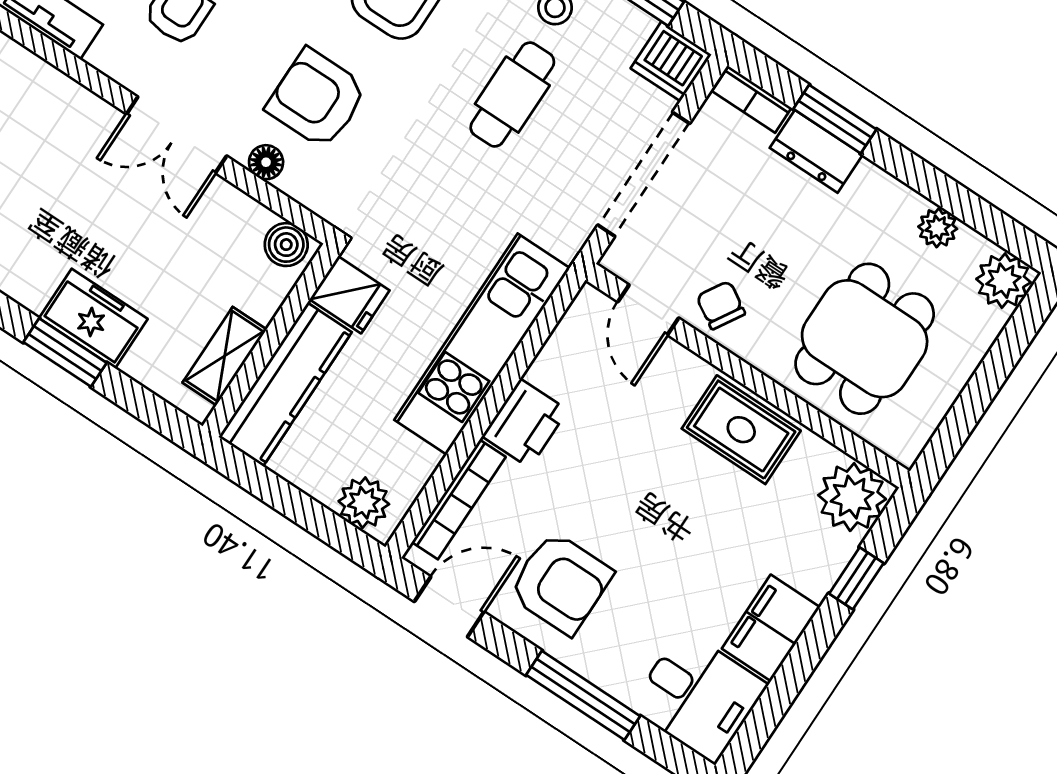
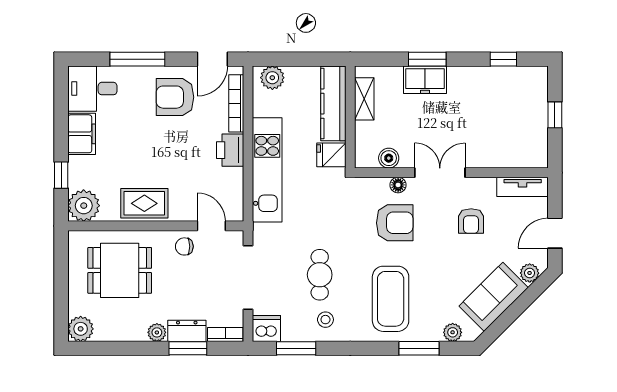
plant: (938, 228) -> (157, 332), moved
boiler: (286, 245) -> (389, 158), moved
chair: (721, 305) -> (184, 246), turned 149
dining table: (865, 339) -> (120, 270), turned 90

